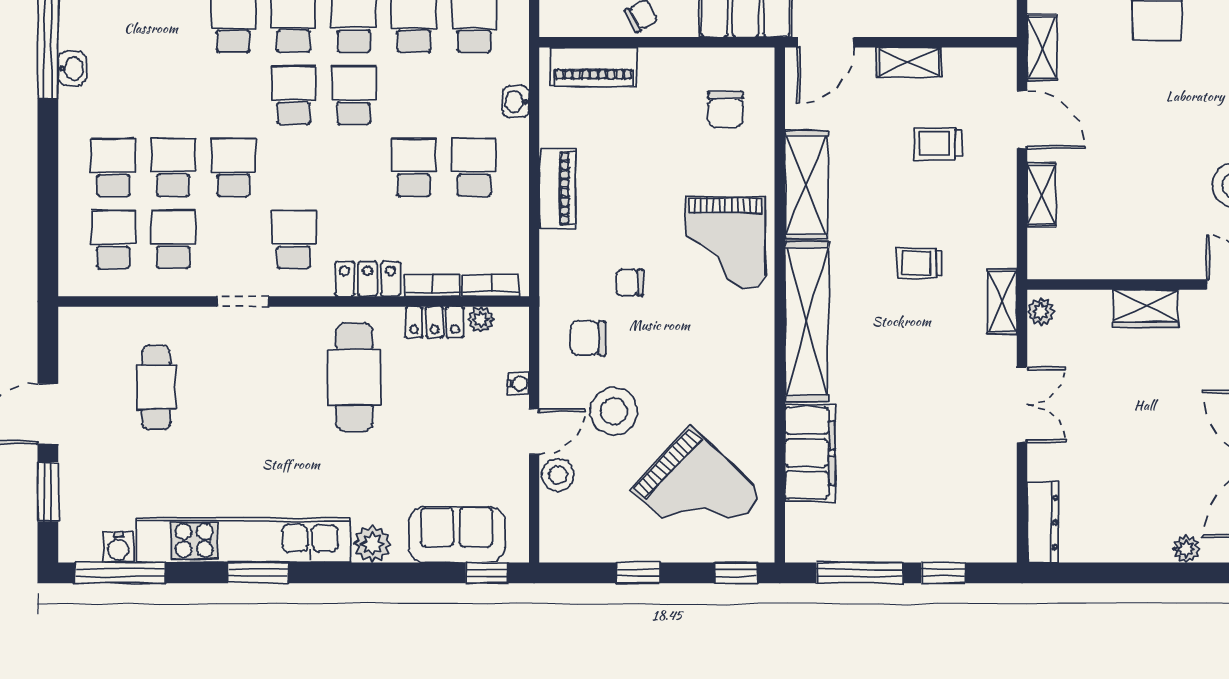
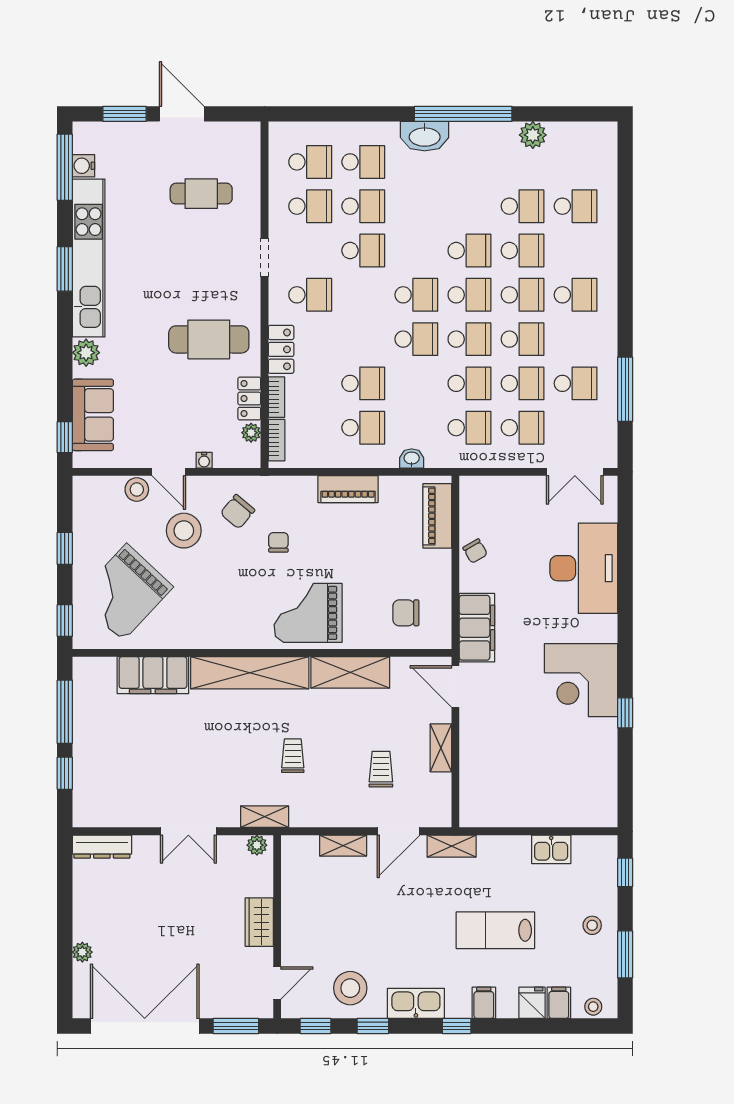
washbasin: (72, 68) -> (425, 136), width x1.91, depth x1.45
chair: (588, 338) -> (237, 512), turned -140

